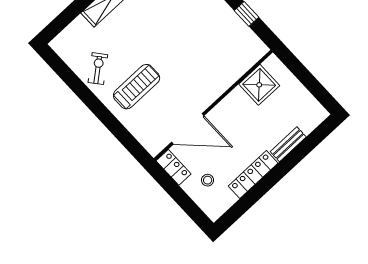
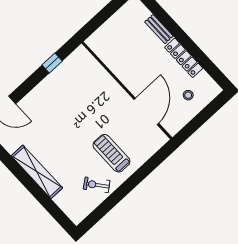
shower: (259, 85) -> (110, 53), removed
locker: (174, 167) -> (178, 123), removed

